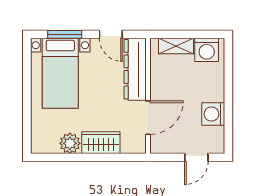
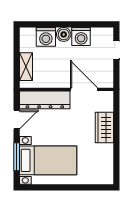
washing machine: (207, 50) -> (46, 37), moved, turned 90
boiler: (216, 92) -> (64, 34), added
plant: (70, 143) -> (105, 153), removed

